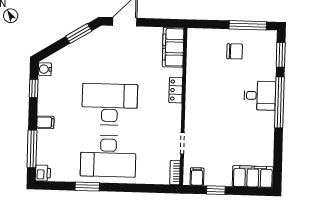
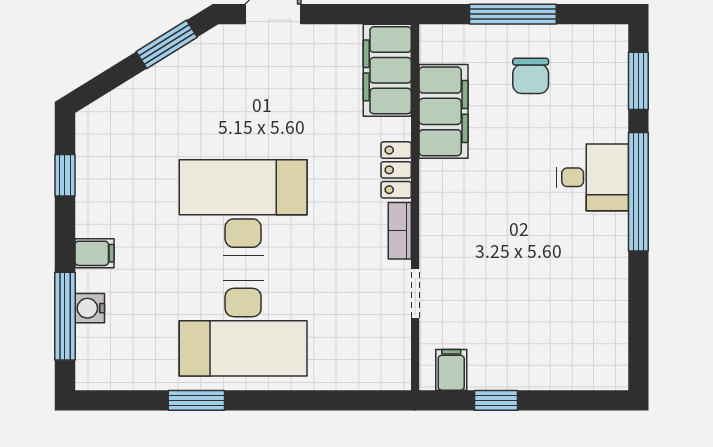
window: (248, 25) -> (513, 14), moved
chair: (235, 51) -> (531, 76), turned 90
water cooler: (45, 69) -> (90, 308), moved
printer: (43, 173) -> (92, 372), removed
bookcase: (175, 173) -> (400, 231), moved
filing cabinet: (253, 176) -> (444, 111), moved, turned 90

